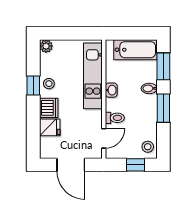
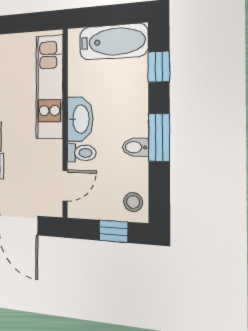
window: (163, 66) -> (159, 67), width x0.67
bidet: (149, 88) -> (135, 147), moved
washbasin: (111, 90) -> (80, 119), width x1.91, depth x1.45

